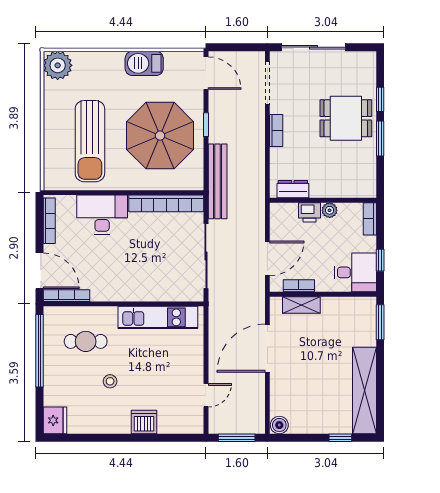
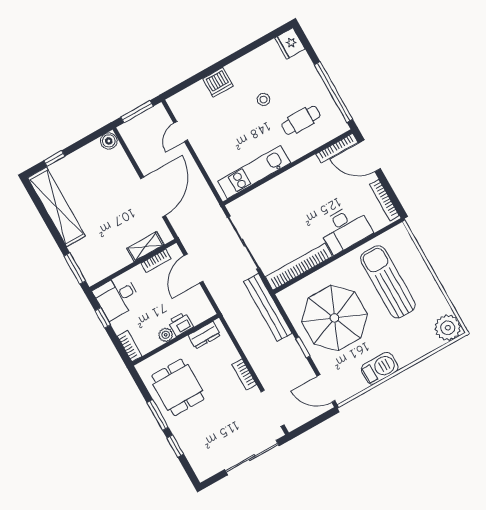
dining table: (346, 118) -> (178, 387), moved, turned 90

